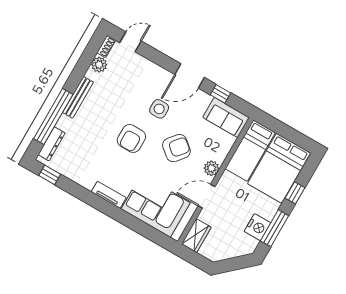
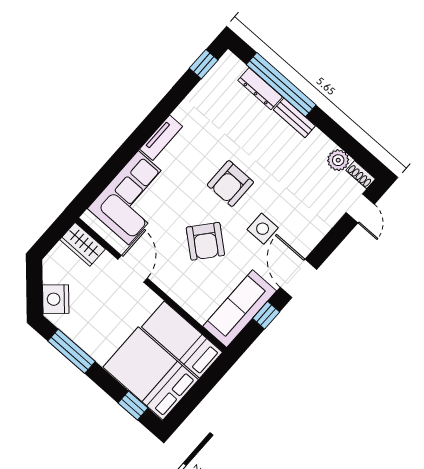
bench: (78, 97) -> (294, 118), width x0.73
sofa: (226, 117) -> (240, 309), width x1.36
armchair: (131, 138) -> (230, 184), turned -90
dresser: (52, 144) -> (260, 89), moved
plant: (211, 168) -> (169, 283), removed
window: (295, 193) -> (133, 406), moved
nightstand: (257, 227) -> (56, 299), moved, turned 48

